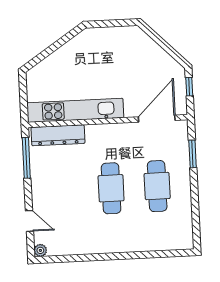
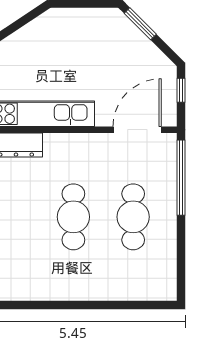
window: (155, 37) -> (140, 24), added
window: (193, 154) -> (181, 178), width x2.11

